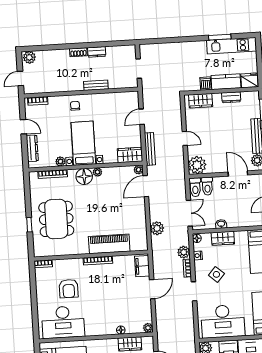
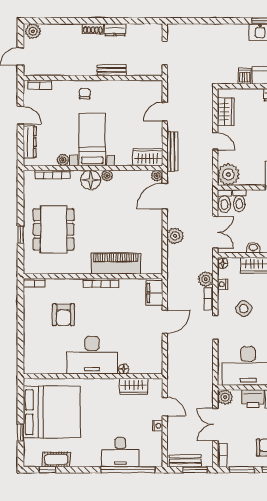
wardrobe: (201, 101) -> (226, 112), moved, turned -90
plant: (157, 228) -> (175, 236), moved
desk: (63, 322) -> (92, 355), moved
plant: (148, 328) -> (157, 368), removed

